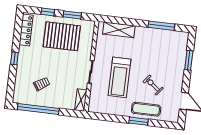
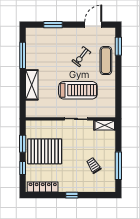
shelving: (119, 30) -> (32, 85), moved
pallet: (62, 36) -> (45, 151), turned 90
window: (38, 109) -> (118, 166), width x0.68
window: (139, 121) -> (118, 46), moved

